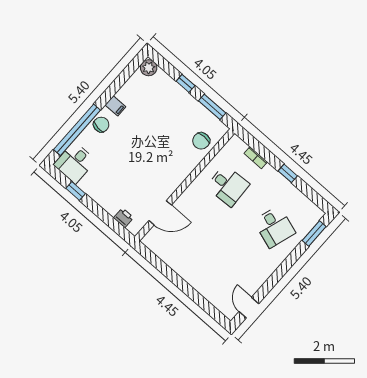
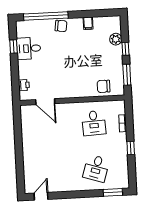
plant: (149, 68) -> (116, 39), moved
filing cabinet: (115, 106) -> (88, 23), moved
desk: (75, 163) -> (29, 48), moved

